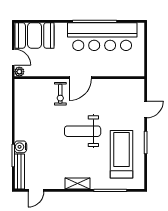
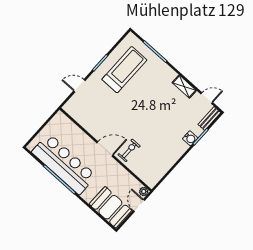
weight bench: (83, 131) -> (137, 110), removed
treadmill: (122, 154) -> (124, 70), turned 180
bench: (19, 172) -> (209, 118), width x0.73
shelving: (77, 184) -> (184, 87), moved

